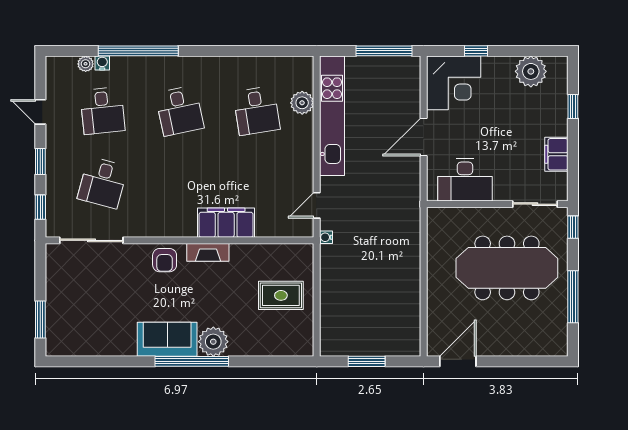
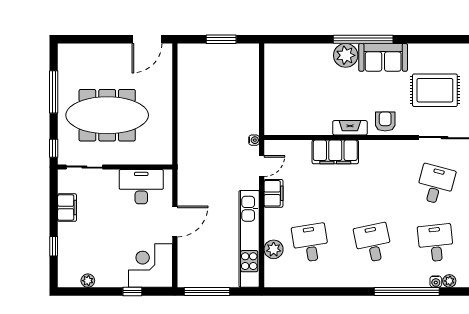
plant: (531, 71) -> (88, 281), width x0.53, depth x0.53
filing cabinet: (302, 172) -> (273, 193), added
rug: (281, 295) -> (435, 90), moved, width x1.36, depth x1.43

